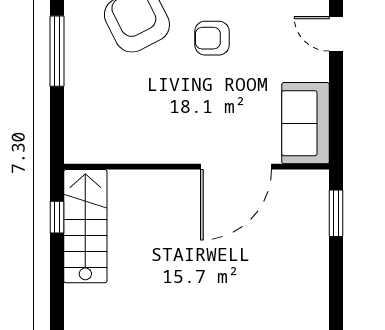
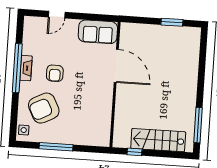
window: (336, 213) -> (172, 22), moved
stairs: (85, 226) -> (158, 140), moved

